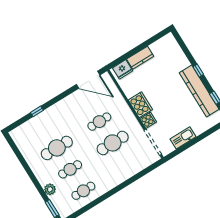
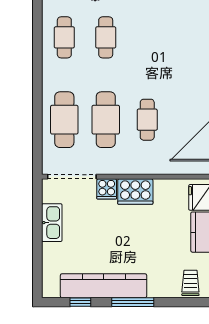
trolley: (170, 47) -> (190, 283), added
window: (198, 71) -> (133, 302), width x2.17
cafe table: (57, 148) -> (64, 120), moved

